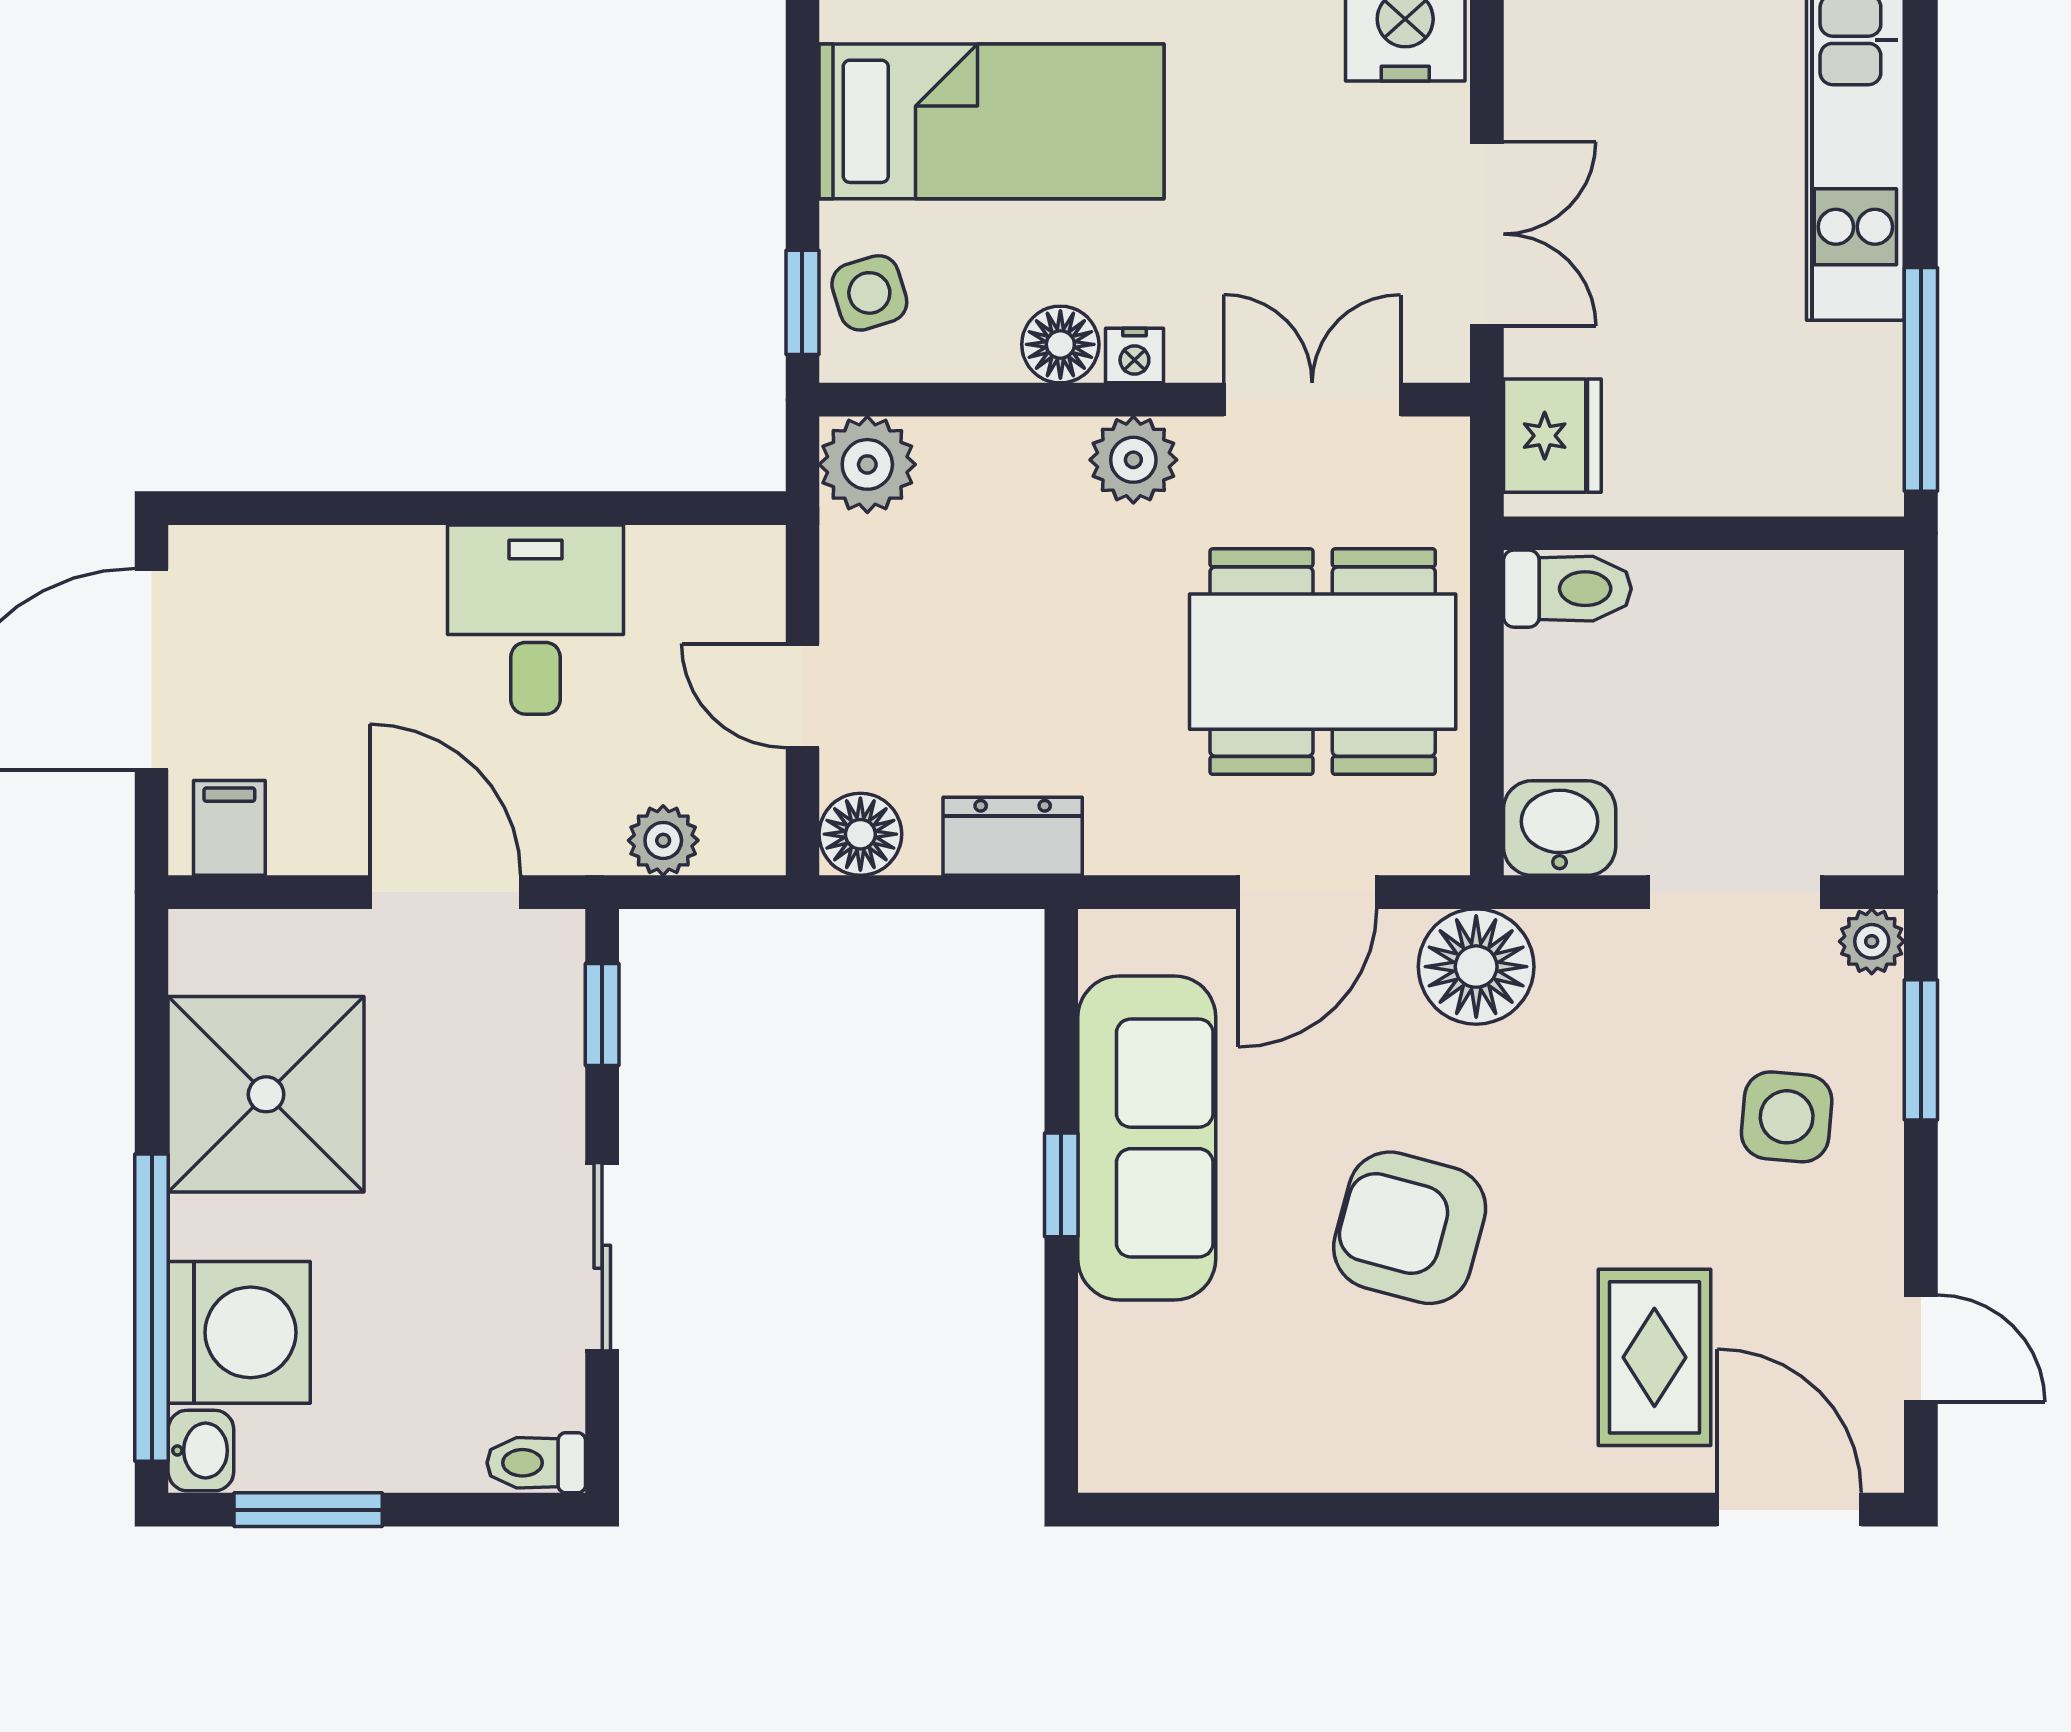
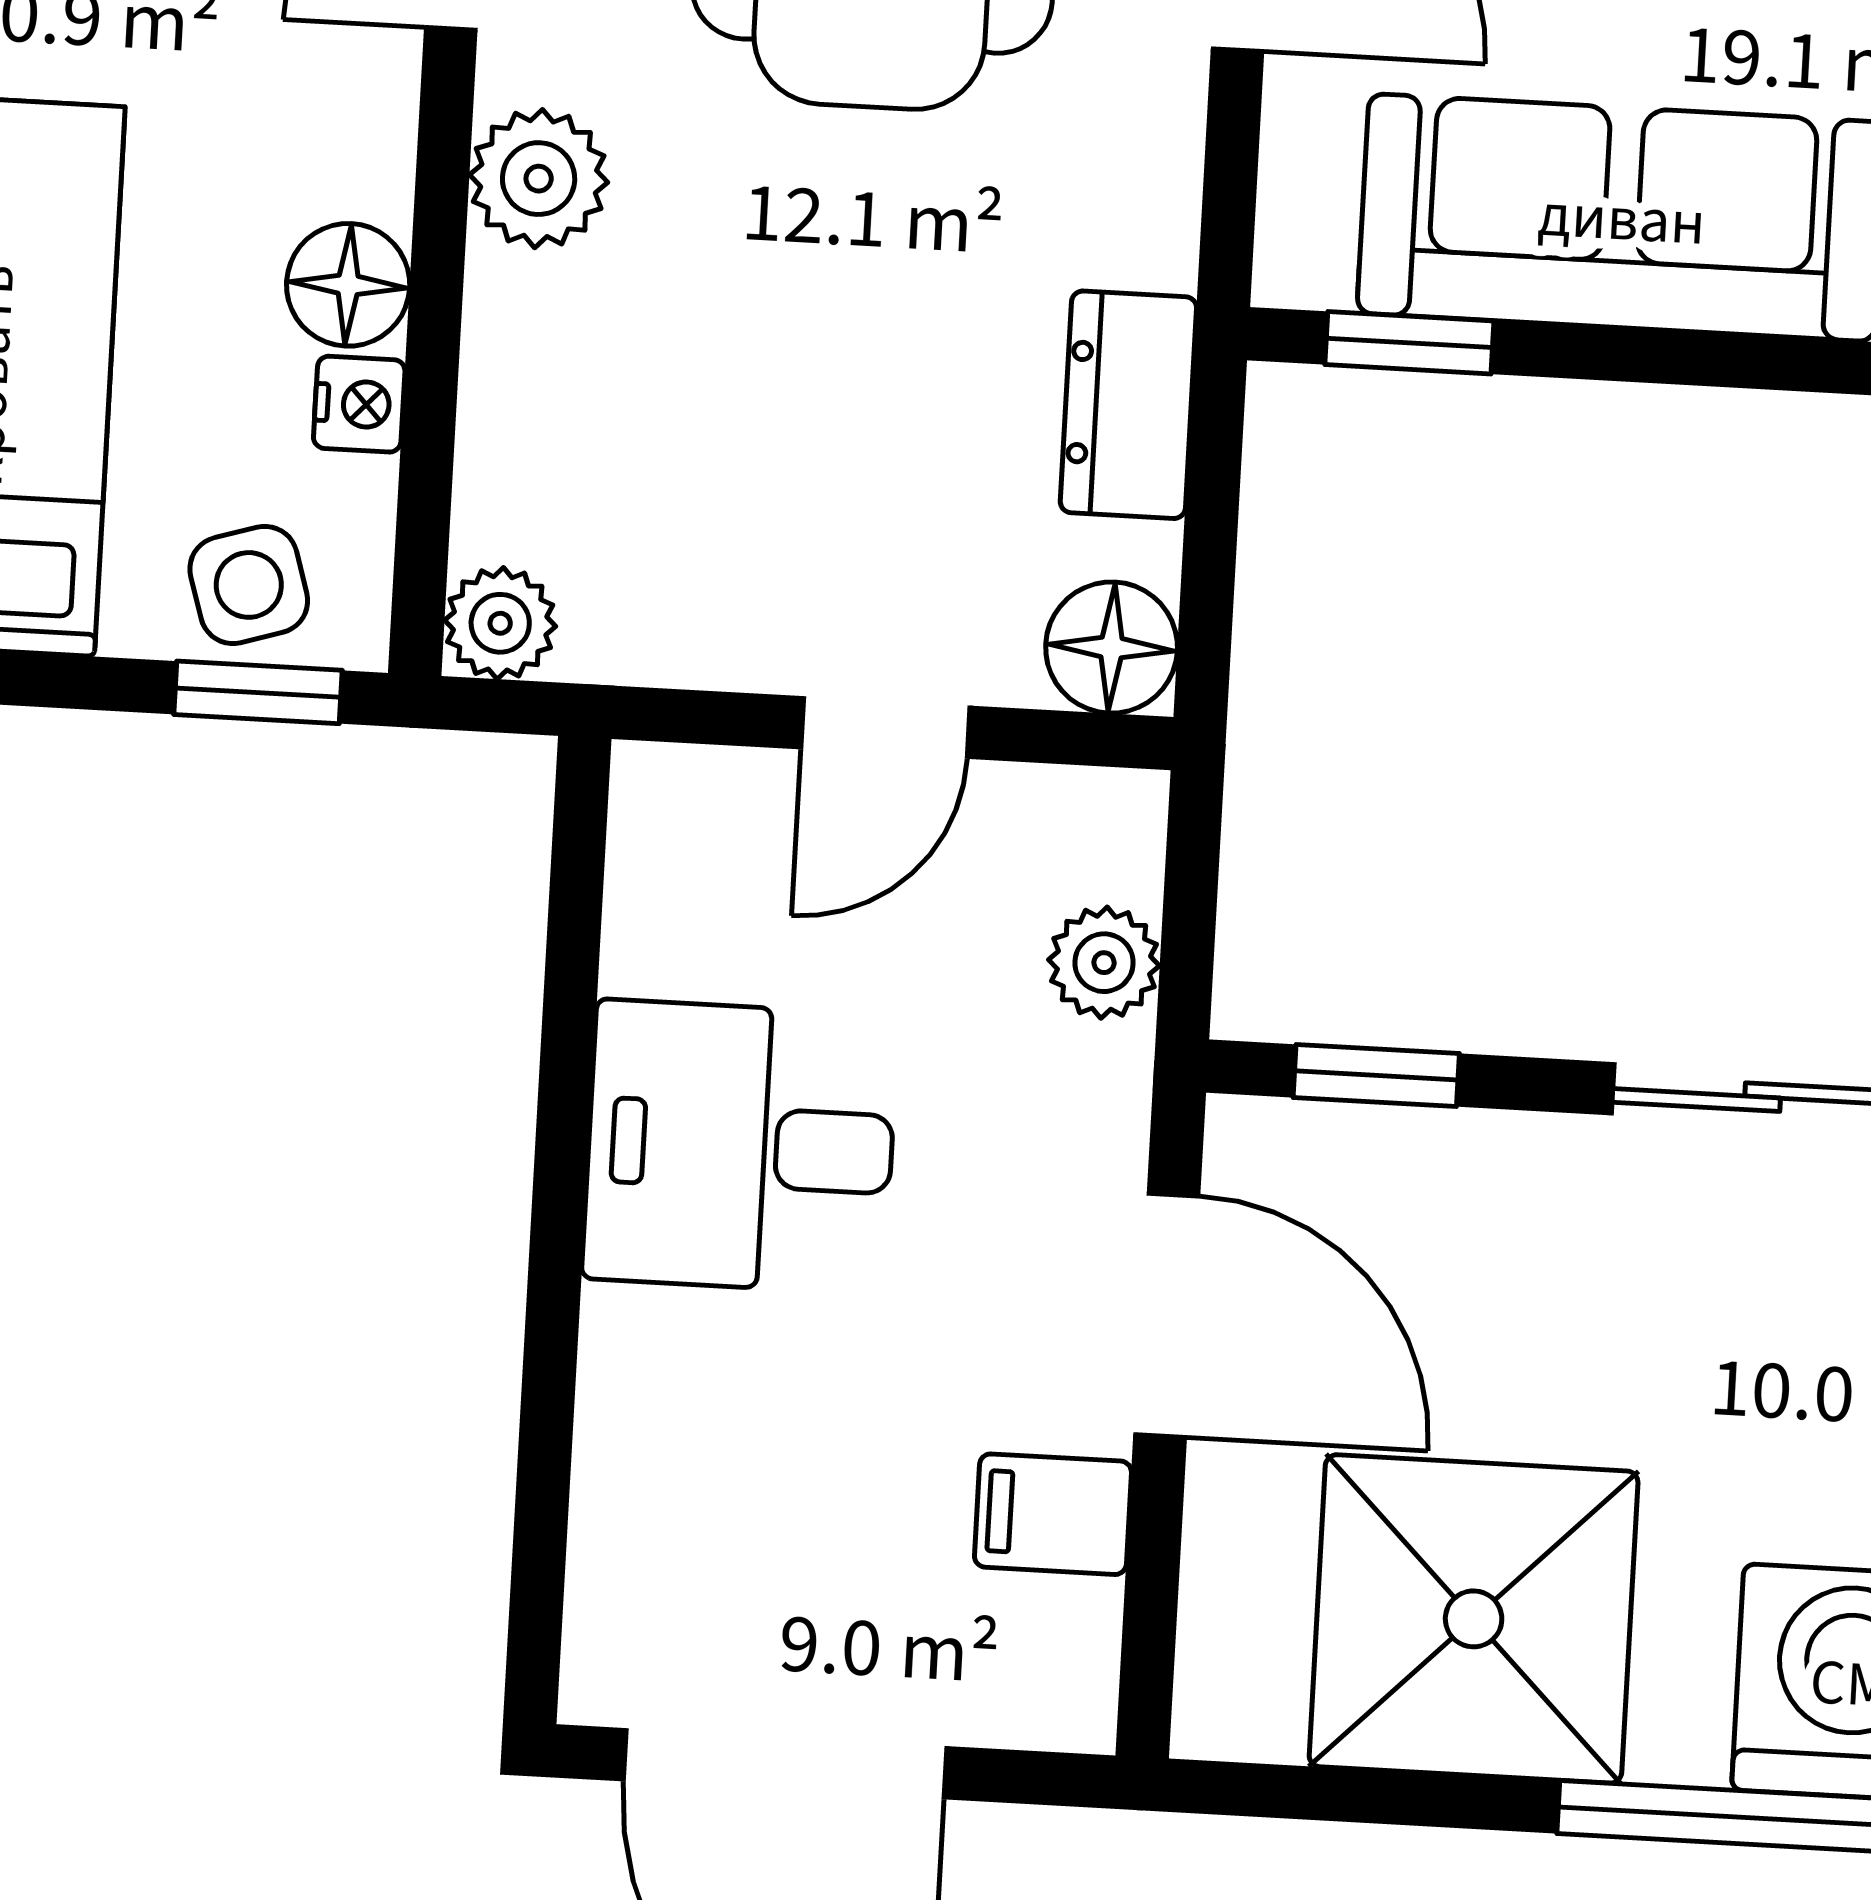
nightstand: (1134, 356) -> (359, 404), moved
plant: (867, 464) -> (500, 623), width x0.73, depth x0.73
filing cabinet: (229, 828) -> (1053, 1514), moved
door: (445, 892) -> (1167, 1315), swing flipped
window: (1061, 1185) -> (1409, 343), moved

